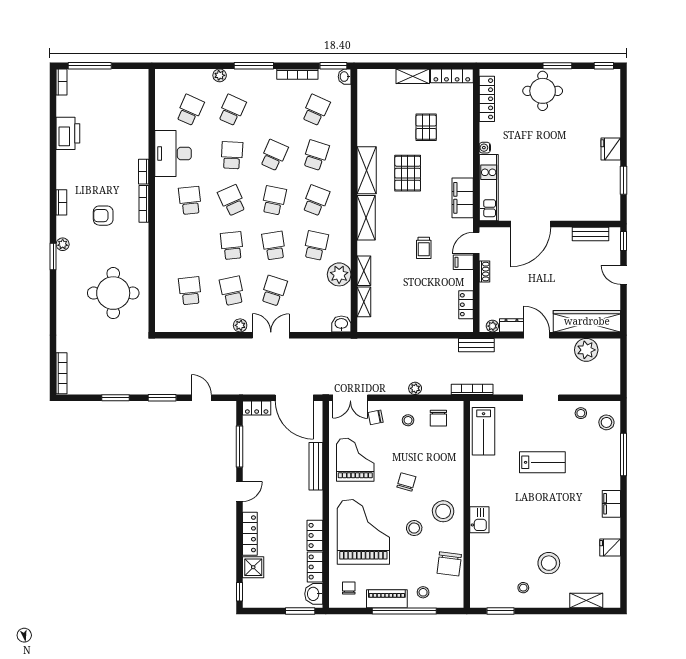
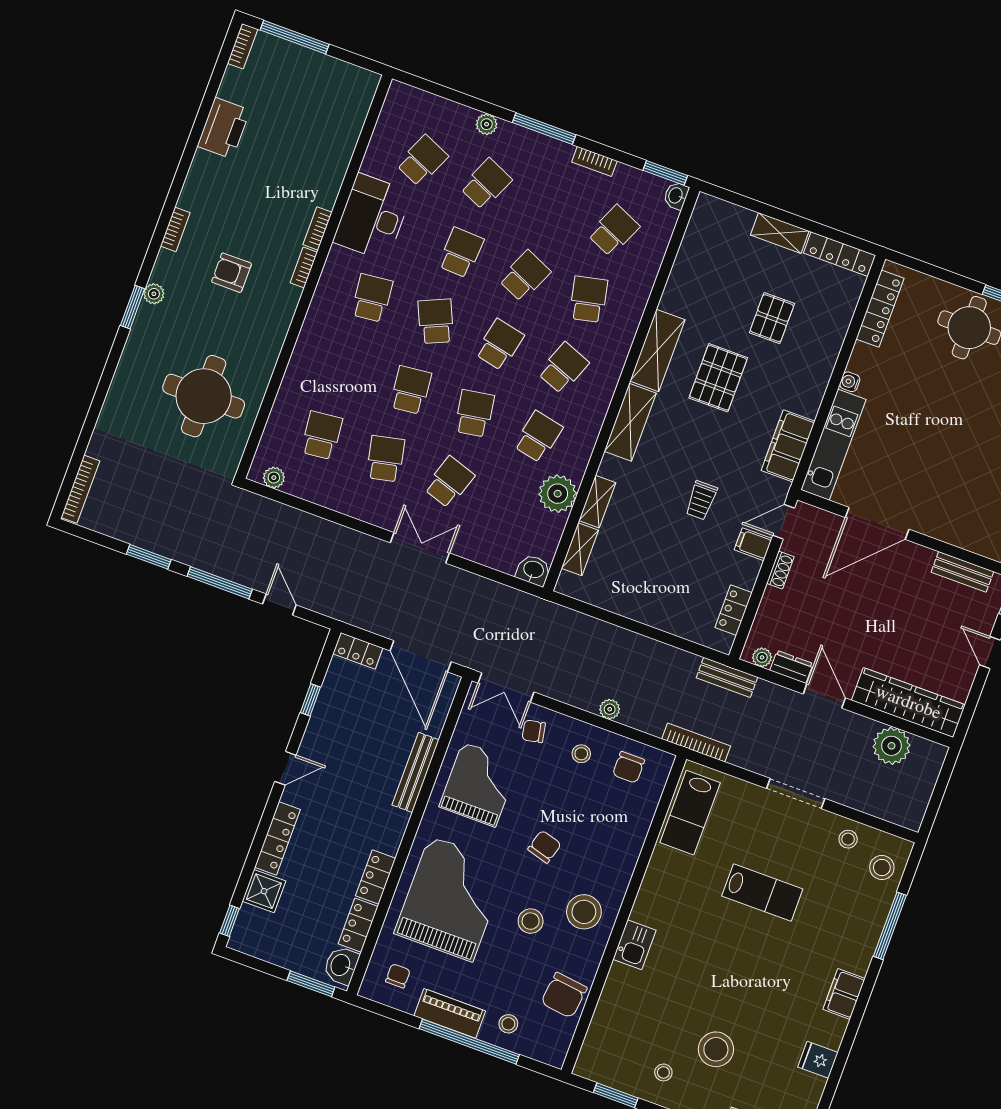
bookcase: (297, 74) -> (594, 161), width x0.64
school desk: (316, 155) -> (588, 299), turned -30
bookcase: (144, 204) -> (304, 268), width x0.64
plant: (240, 325) -> (274, 478), moved
window: (162, 398) -> (220, 583), width x1.44
window: (240, 447) -> (310, 700), width x0.46

